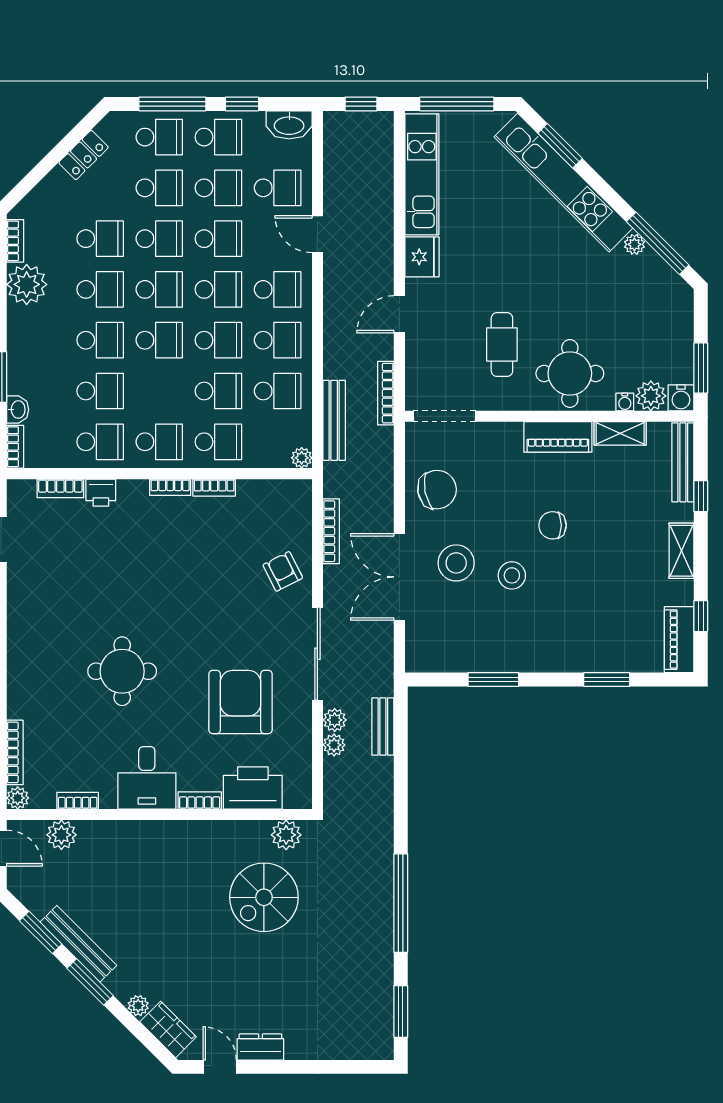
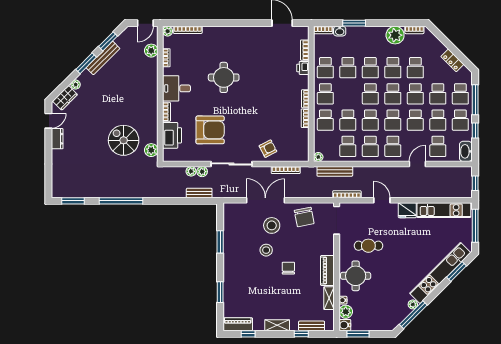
bench: (683, 462) -> (312, 326), width x0.73

